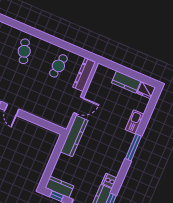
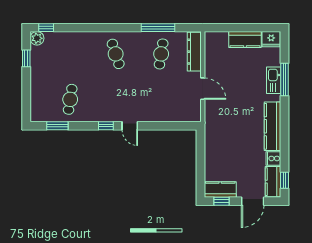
window: (65, 45) -> (158, 28), added
door: (79, 105) -> (203, 89), hinge flipped
kitchen counter: (74, 136) -> (272, 126), moved, turned 180
window: (133, 147) -> (284, 79), moved

